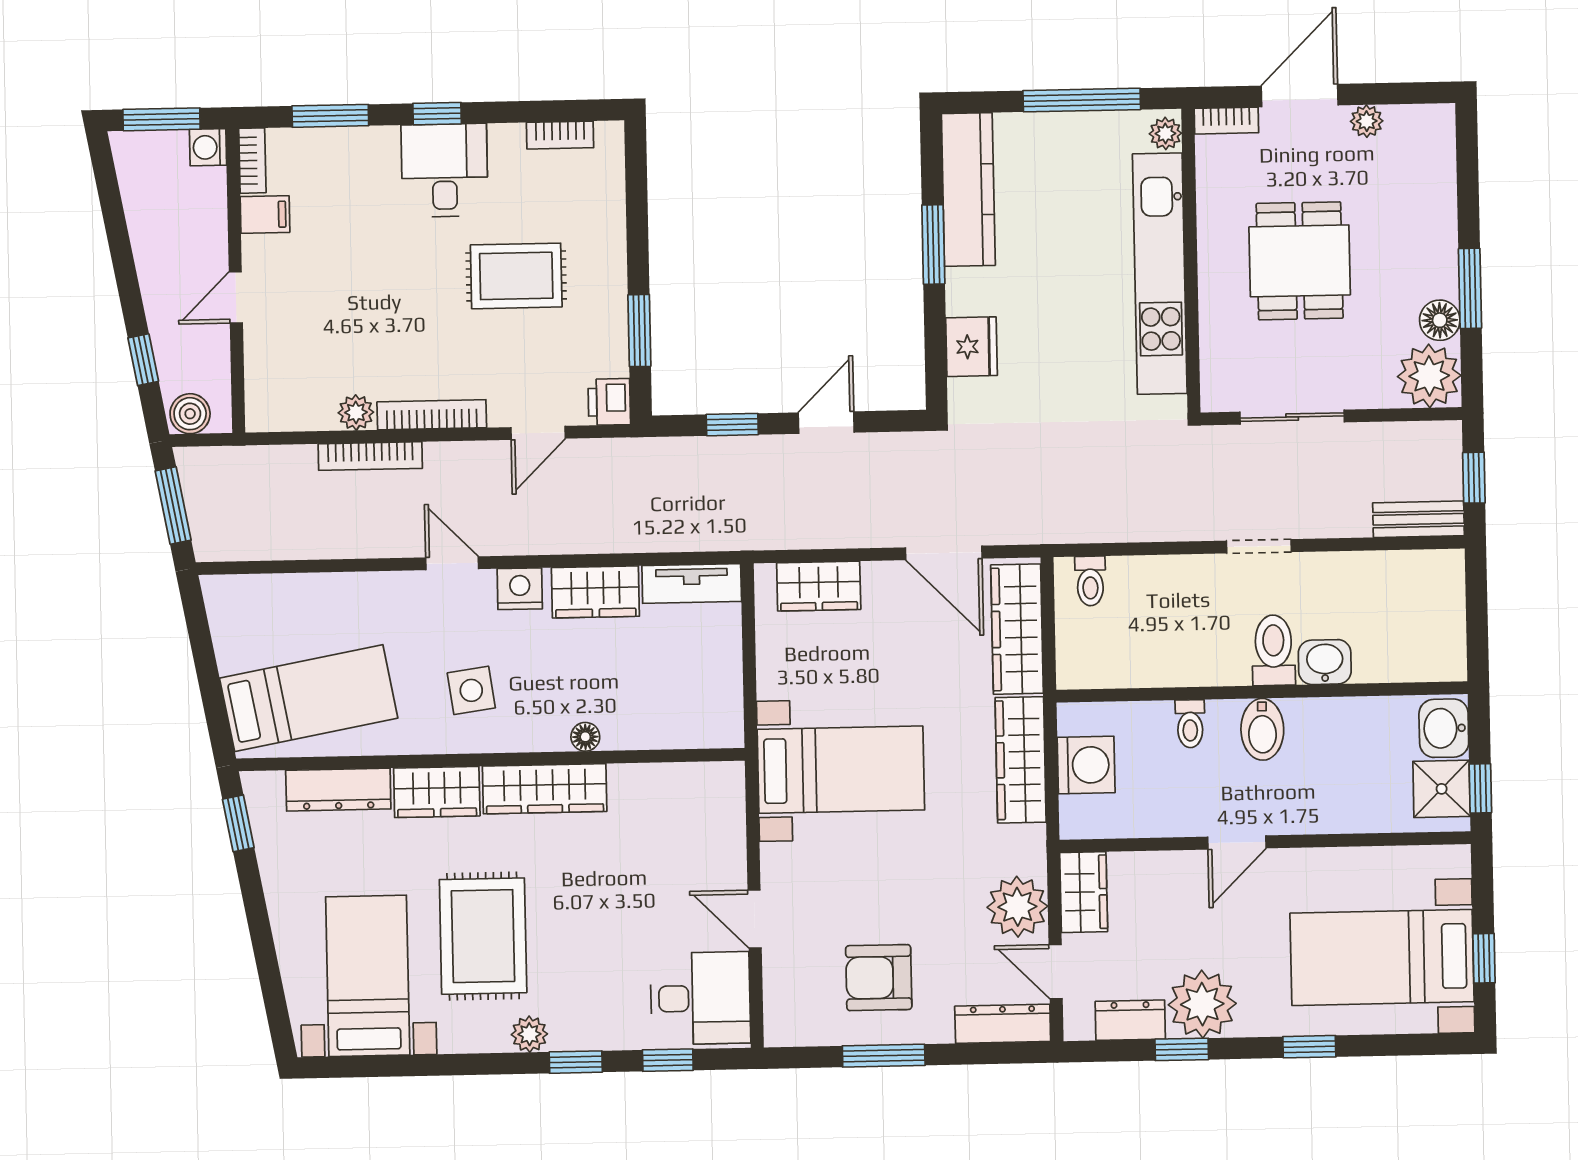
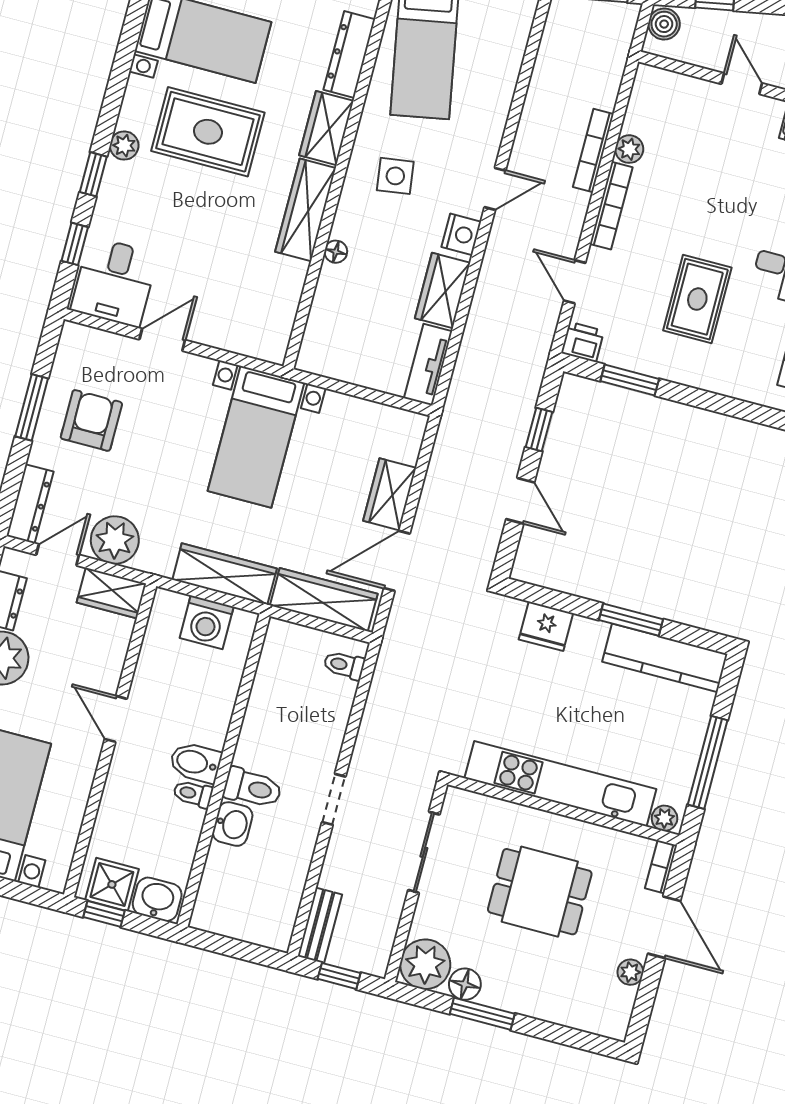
wardrobe: (819, 586) -> (390, 494), moved
toilet: (1190, 724) -> (193, 794), moved

